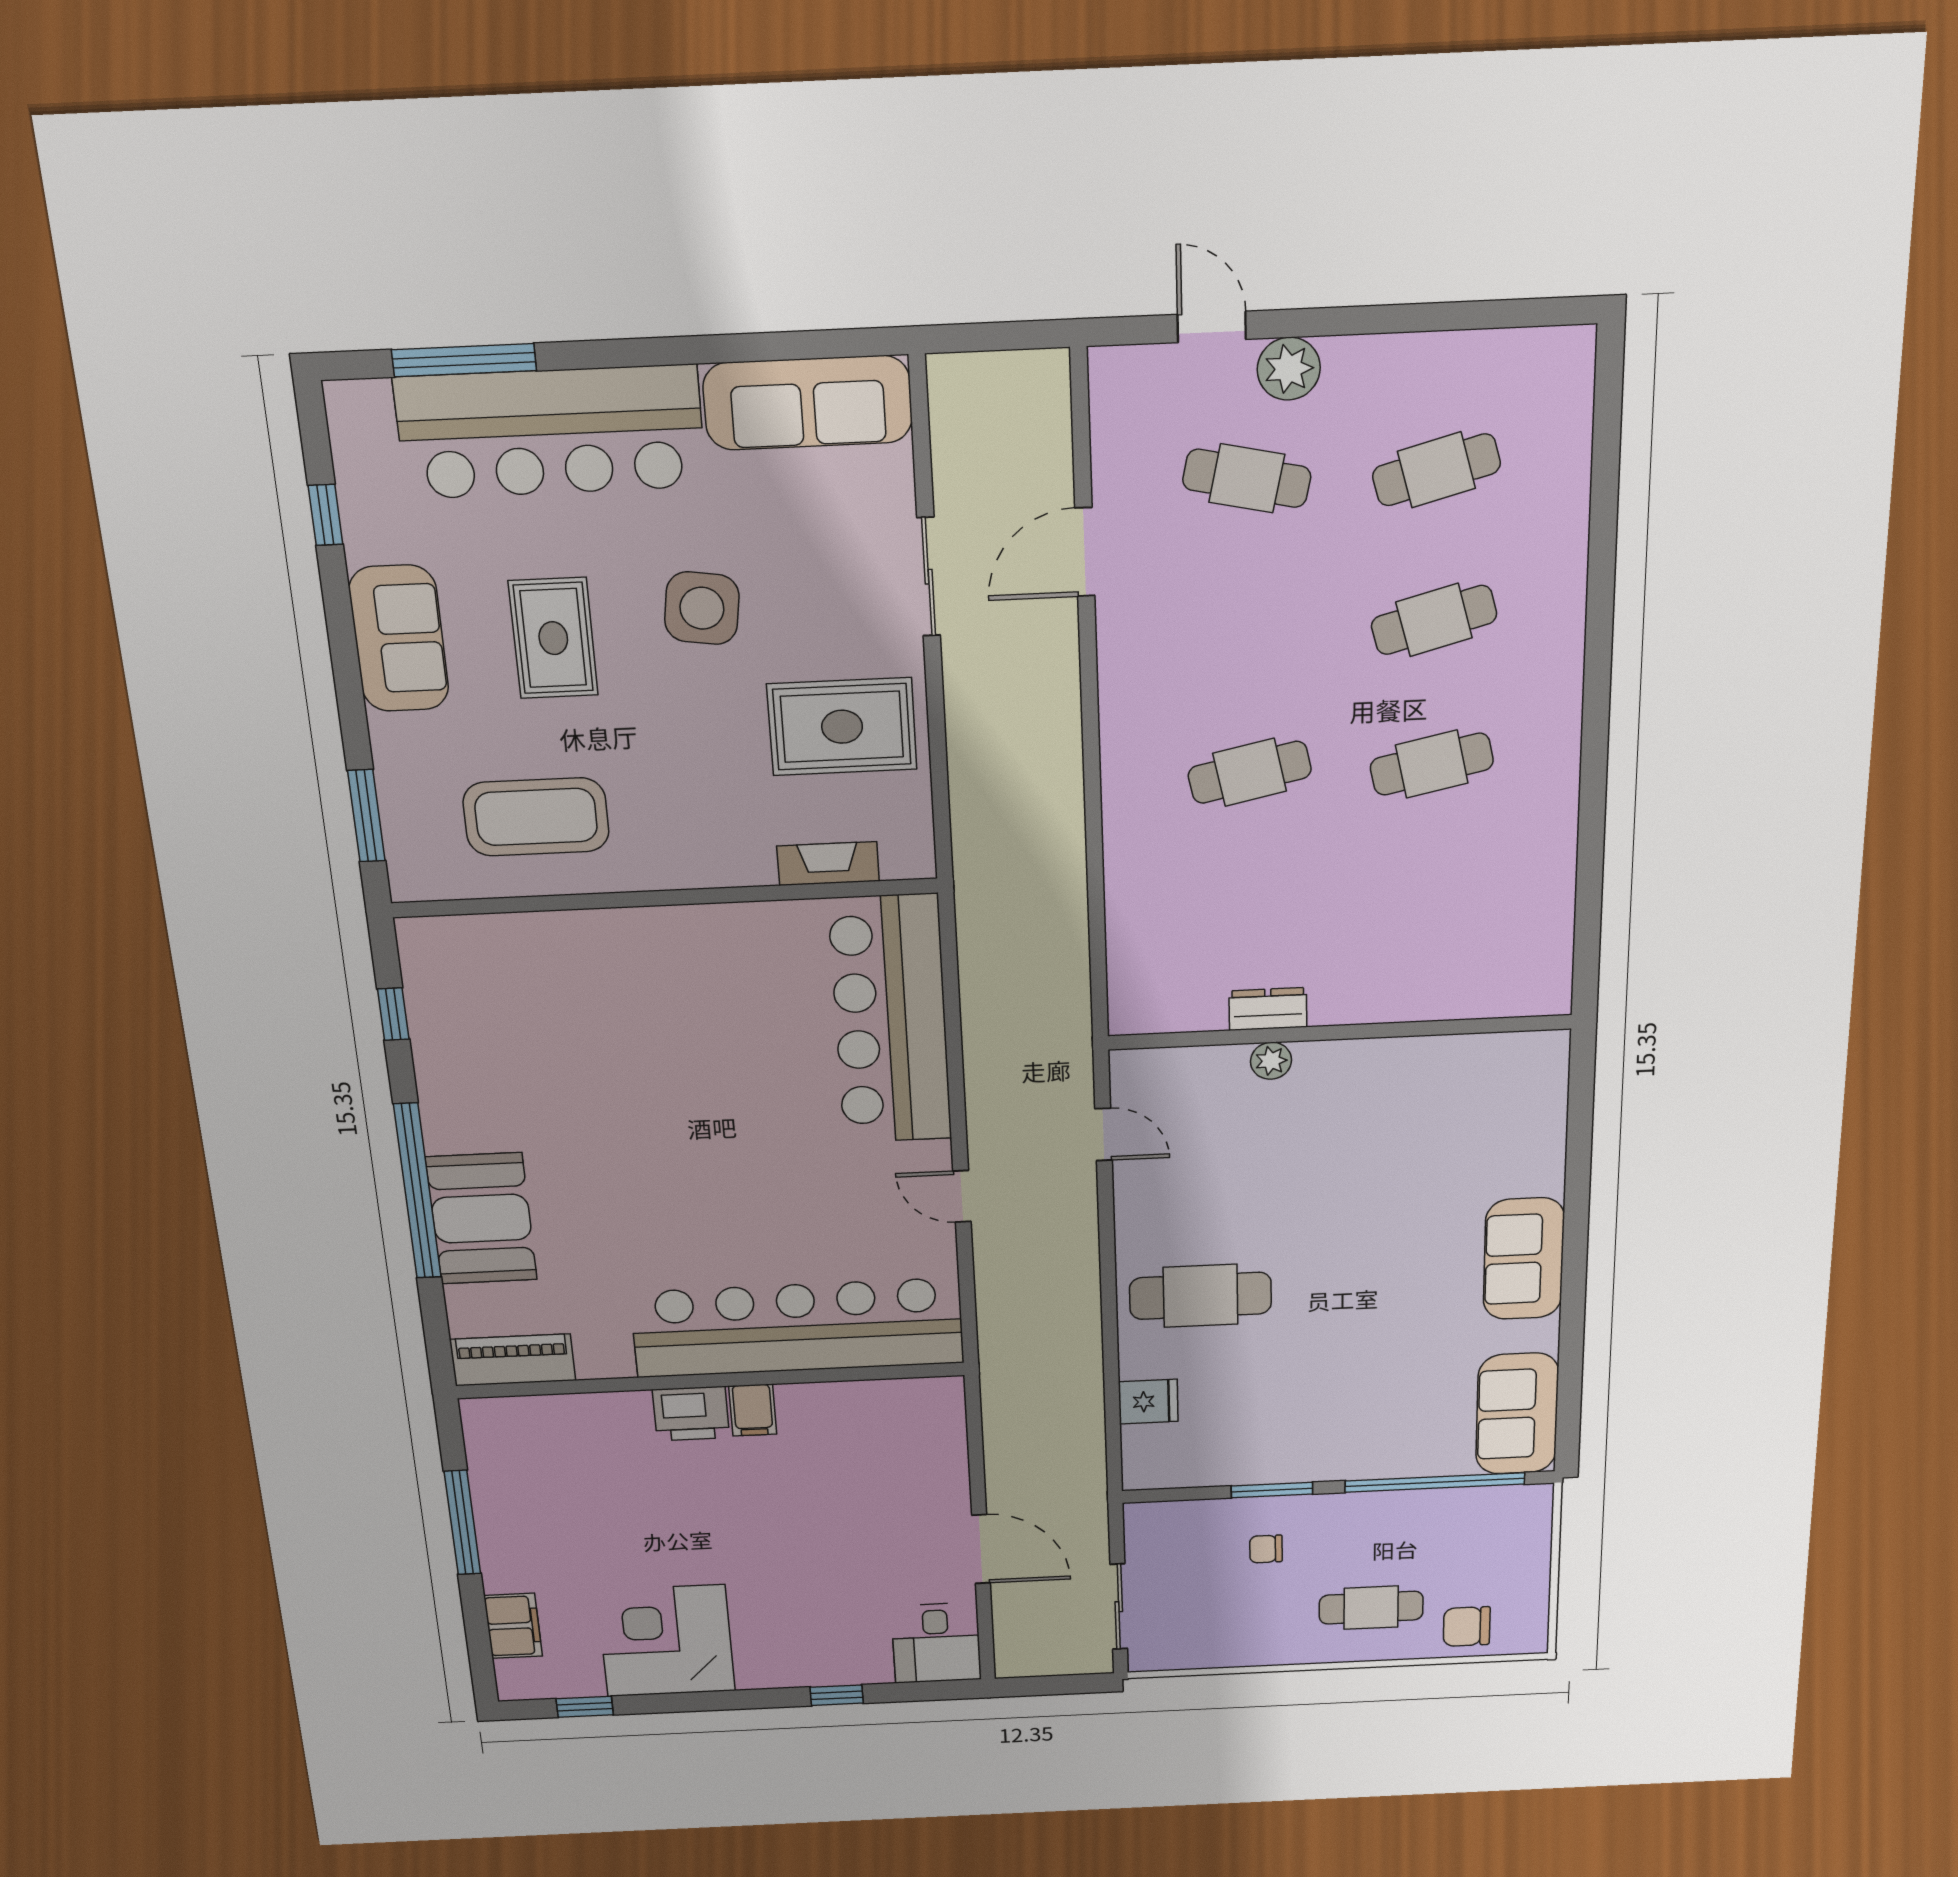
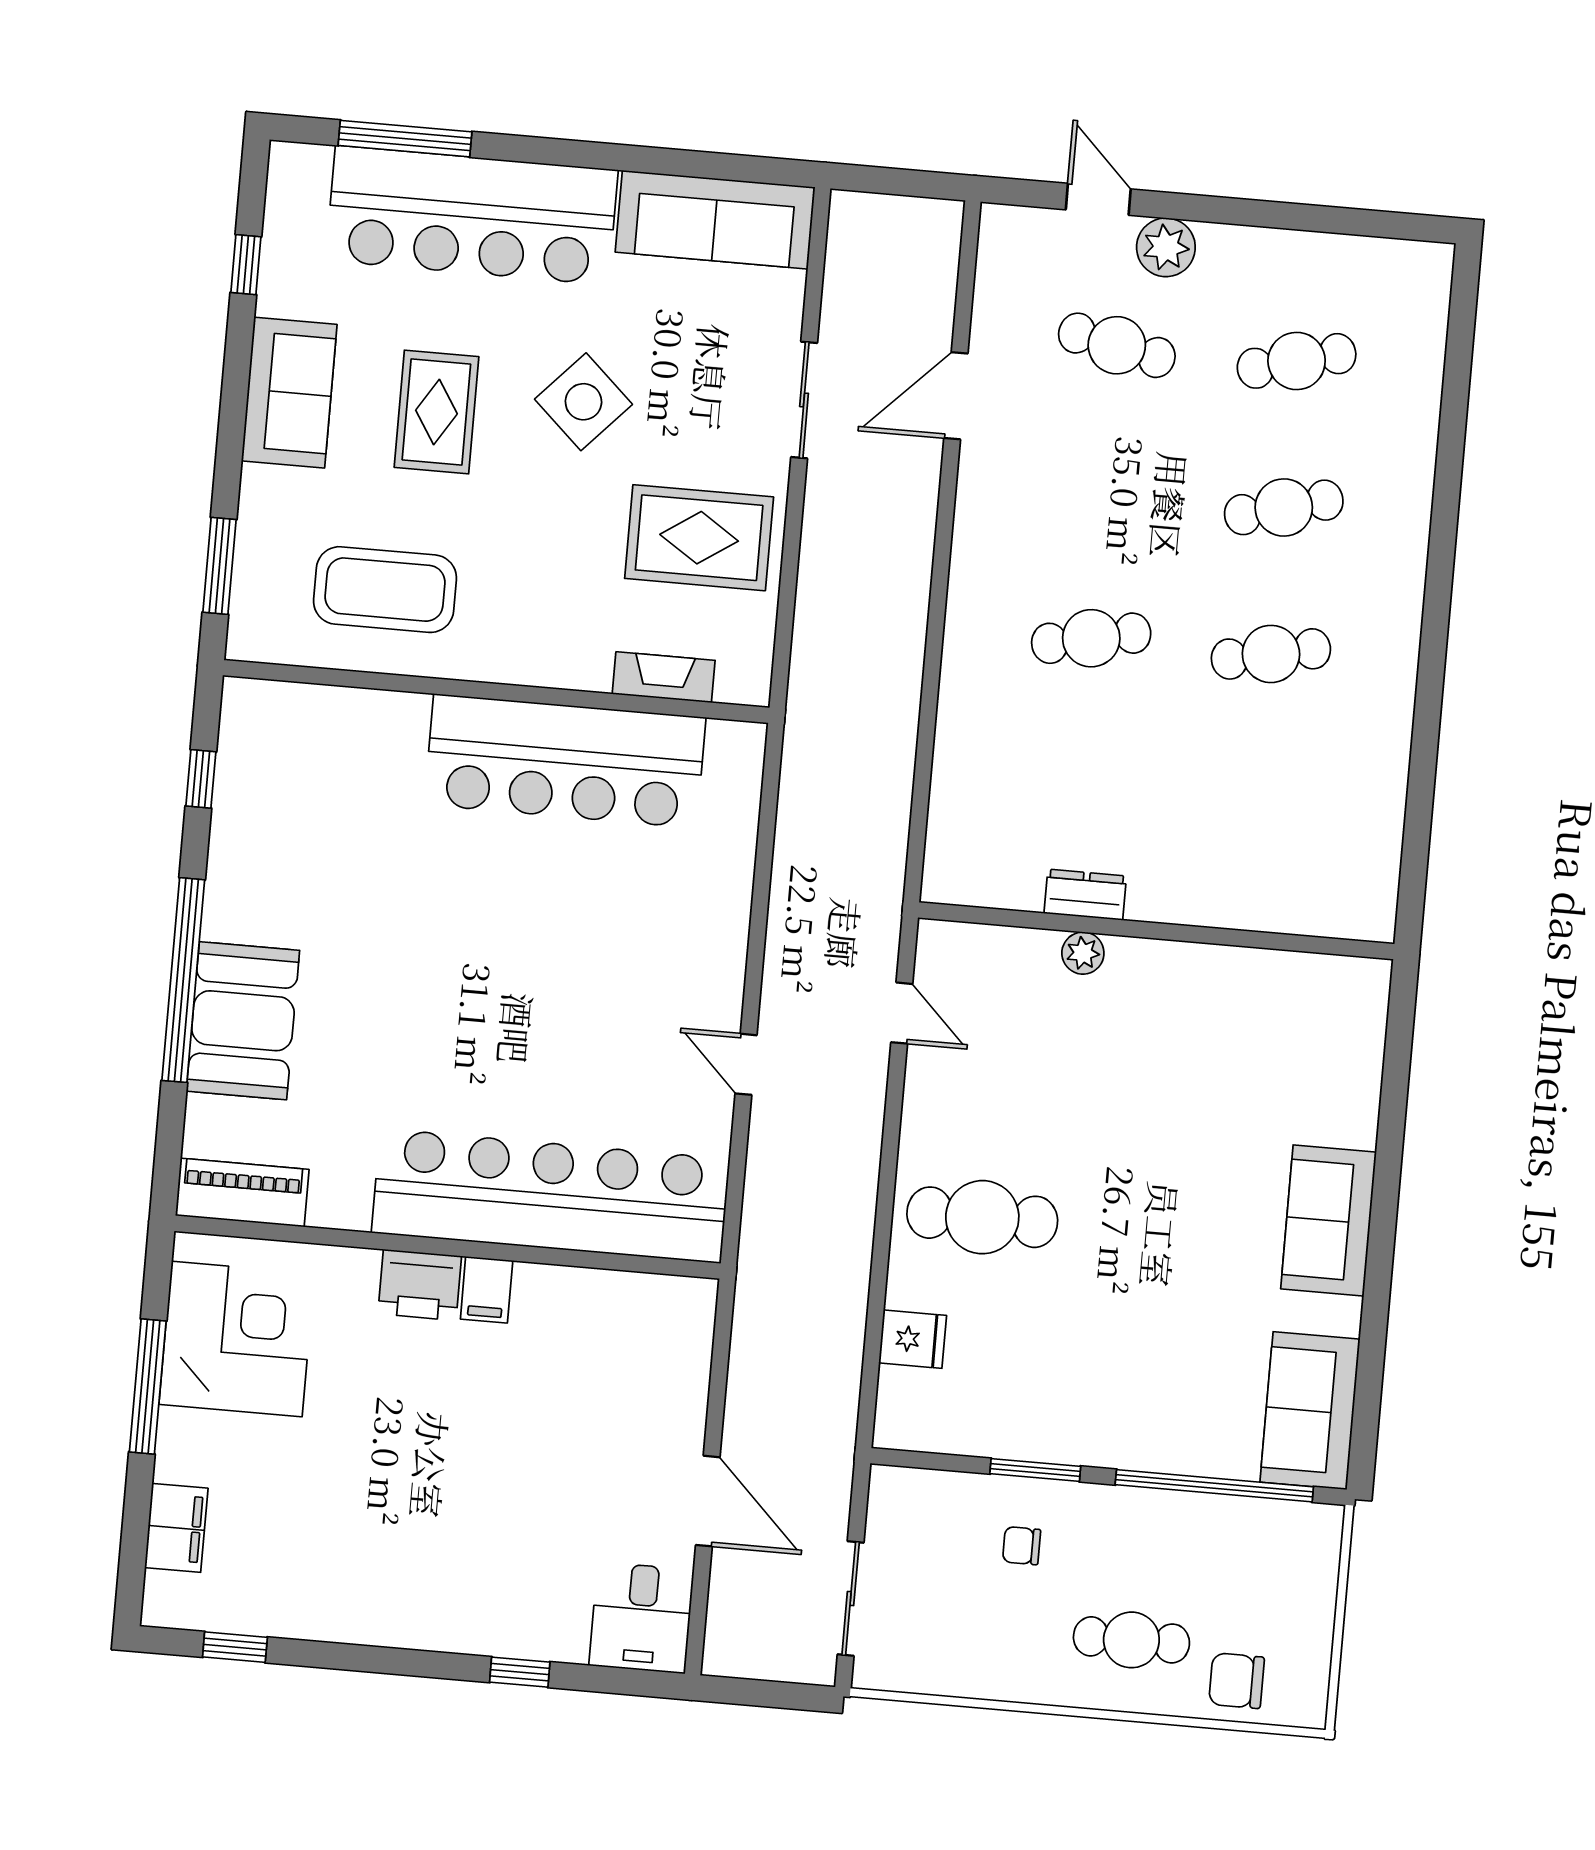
side table: (702, 608) -> (583, 402), turned 35
bar counter: (891, 1020) -> (565, 761), moved, turned -90
corner desk: (666, 1641) -> (237, 1339), moved, turned 90

